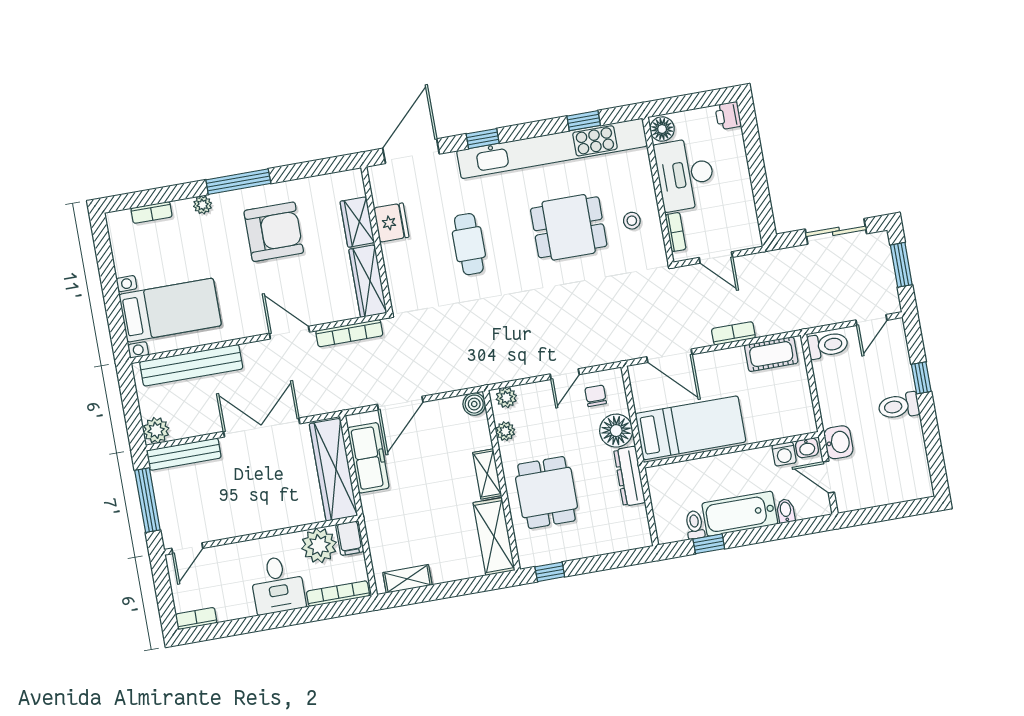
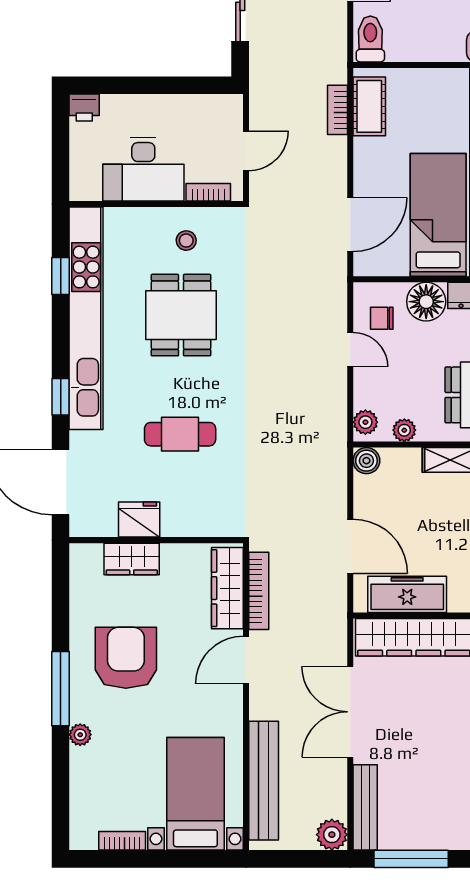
floor lamp: (662, 129) -> (86, 187), removed
bookcase: (152, 212) -> (122, 841), moved, turned -90
wardrobe: (368, 281) -> (227, 588), moved, turned 90
bookcase: (733, 333) -> (338, 110), moved

